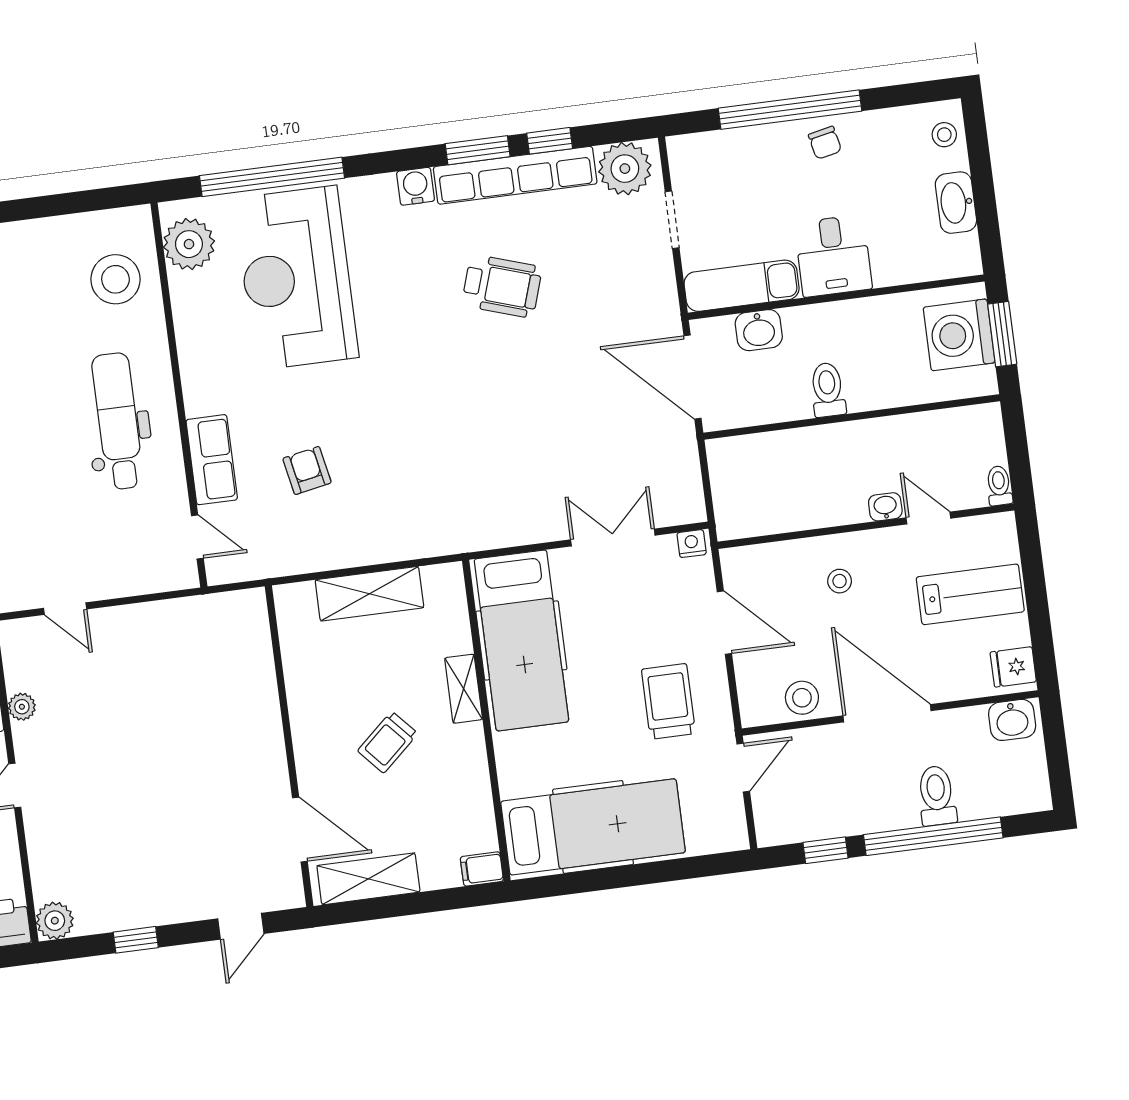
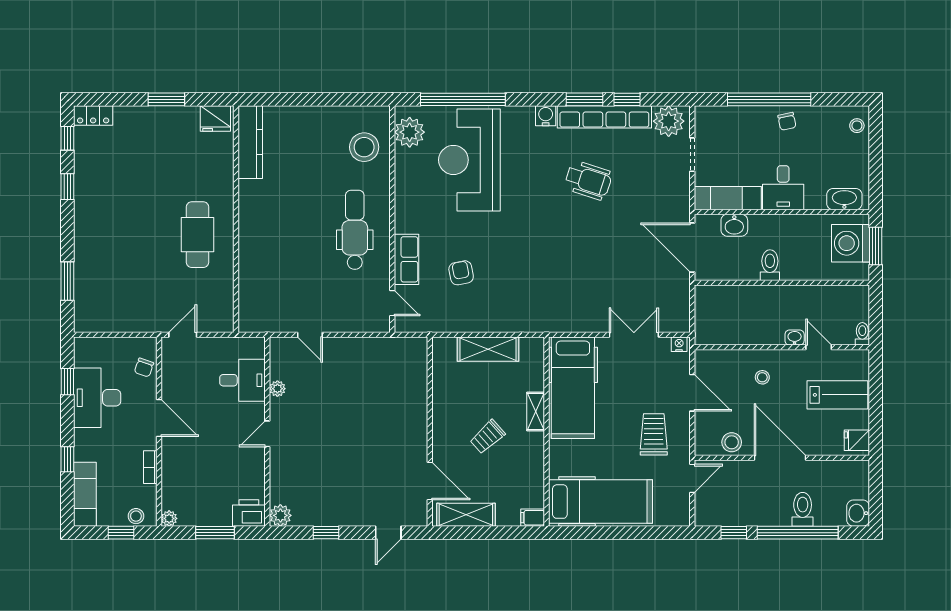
washbasin: (956, 203) -> (844, 199), moved, turned 90
washbasin: (1012, 720) -> (858, 513), moved, turned 90

